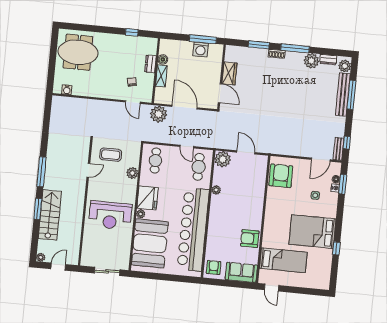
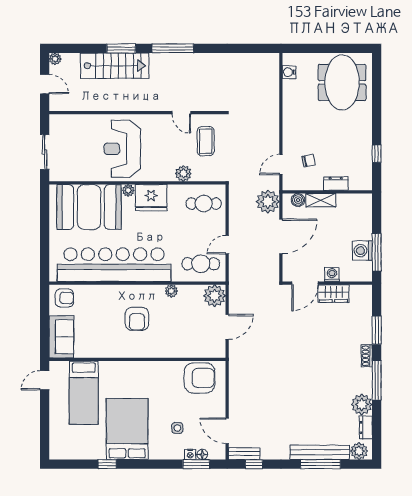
boiler: (163, 59) -> (298, 200), moved
washing machine: (216, 73) -> (332, 275), added
armchair: (250, 239) -> (137, 319), moved, turned 180

